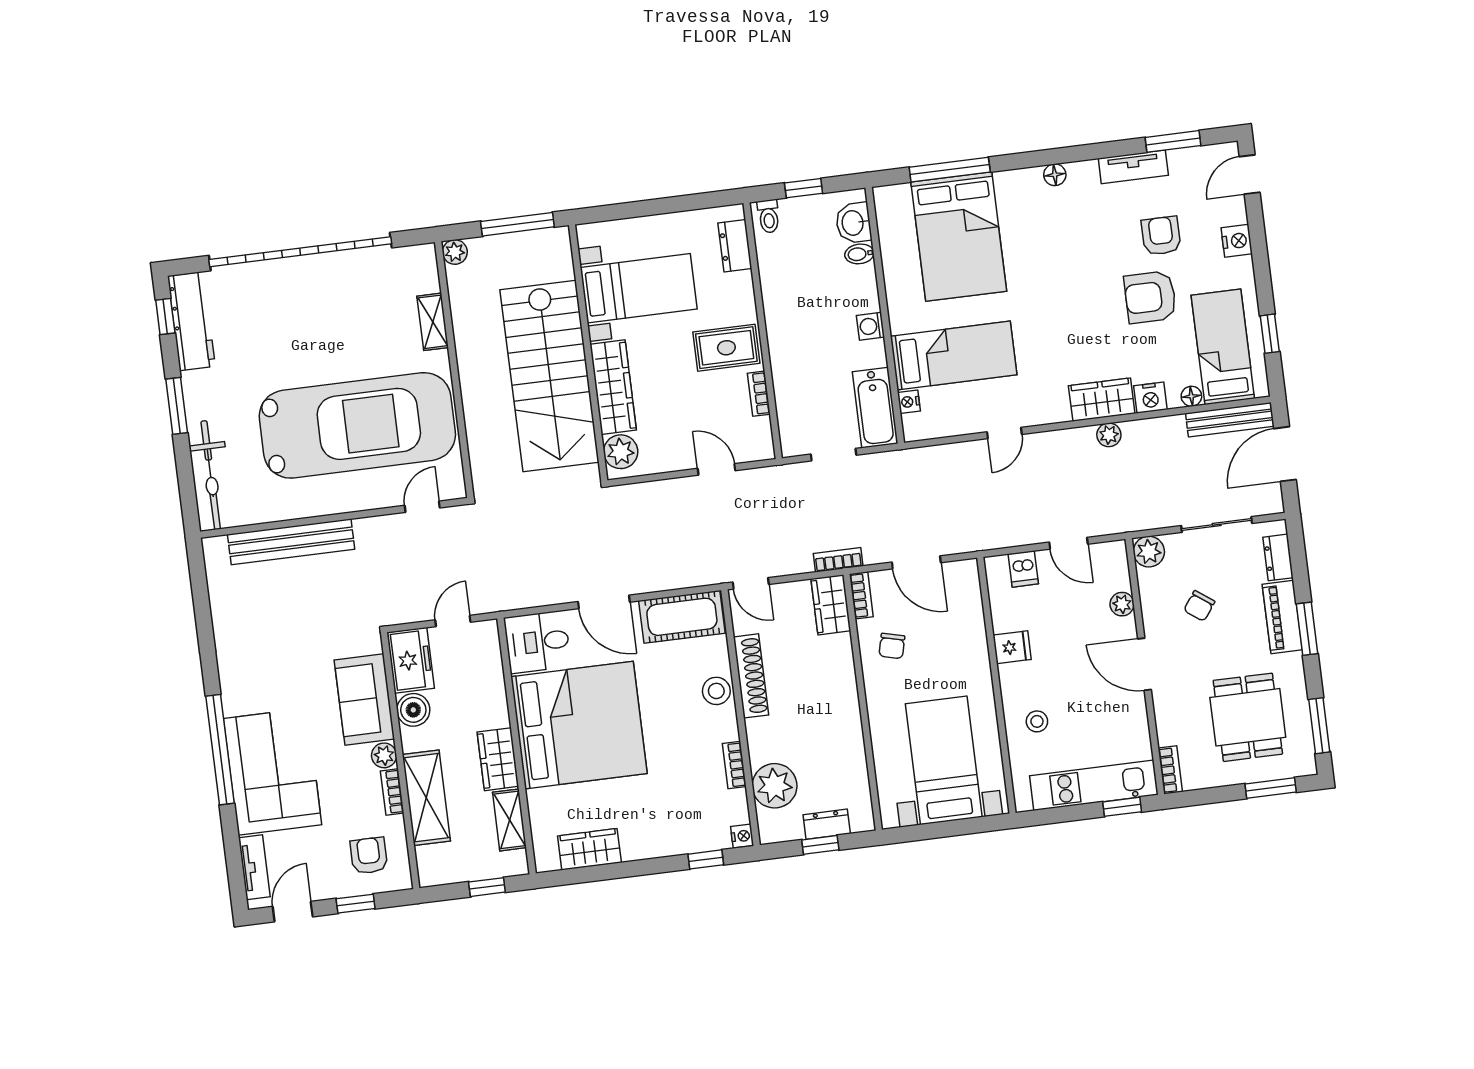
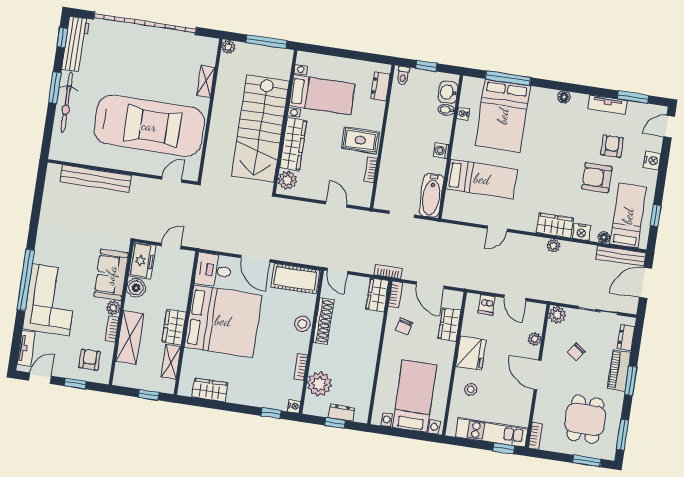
nightstand: (909, 402) -> (463, 114), moved
bicycle: (211, 475) -> (67, 102), moved
wardrobe: (969, 621) -> (449, 325), added
fridge: (1012, 647) -> (471, 353), width x1.88, depth x1.34

